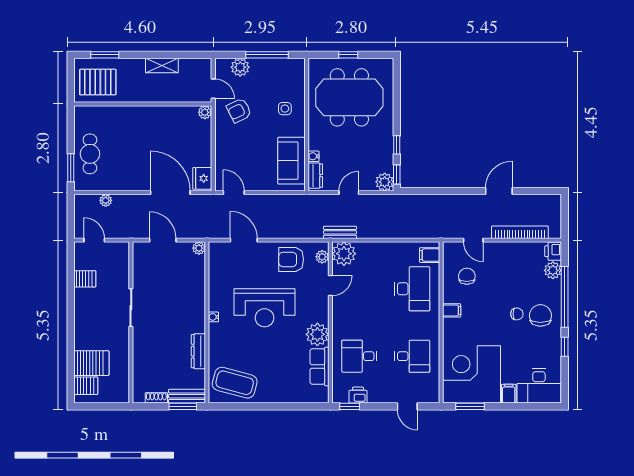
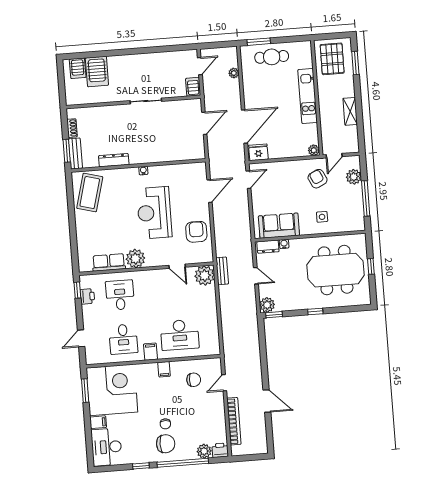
meeting table: (349, 97) -> (336, 270), turned 90
kitchen unit: (140, 115) -> (308, 96), added
window: (397, 145) -> (315, 311), moved
plant: (199, 248) -> (200, 154), removed
filing cabinet: (430, 255) -> (150, 352), moved
plant: (322, 257) -> (201, 258), removed
server rack: (85, 279) -> (193, 87), moved, turned 180

